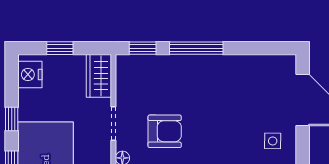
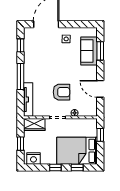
window: (143, 48) -> (20, 45), moved
tv unit: (150, 64) -> (28, 99), added
armchair: (165, 131) -> (61, 92), turned 90

